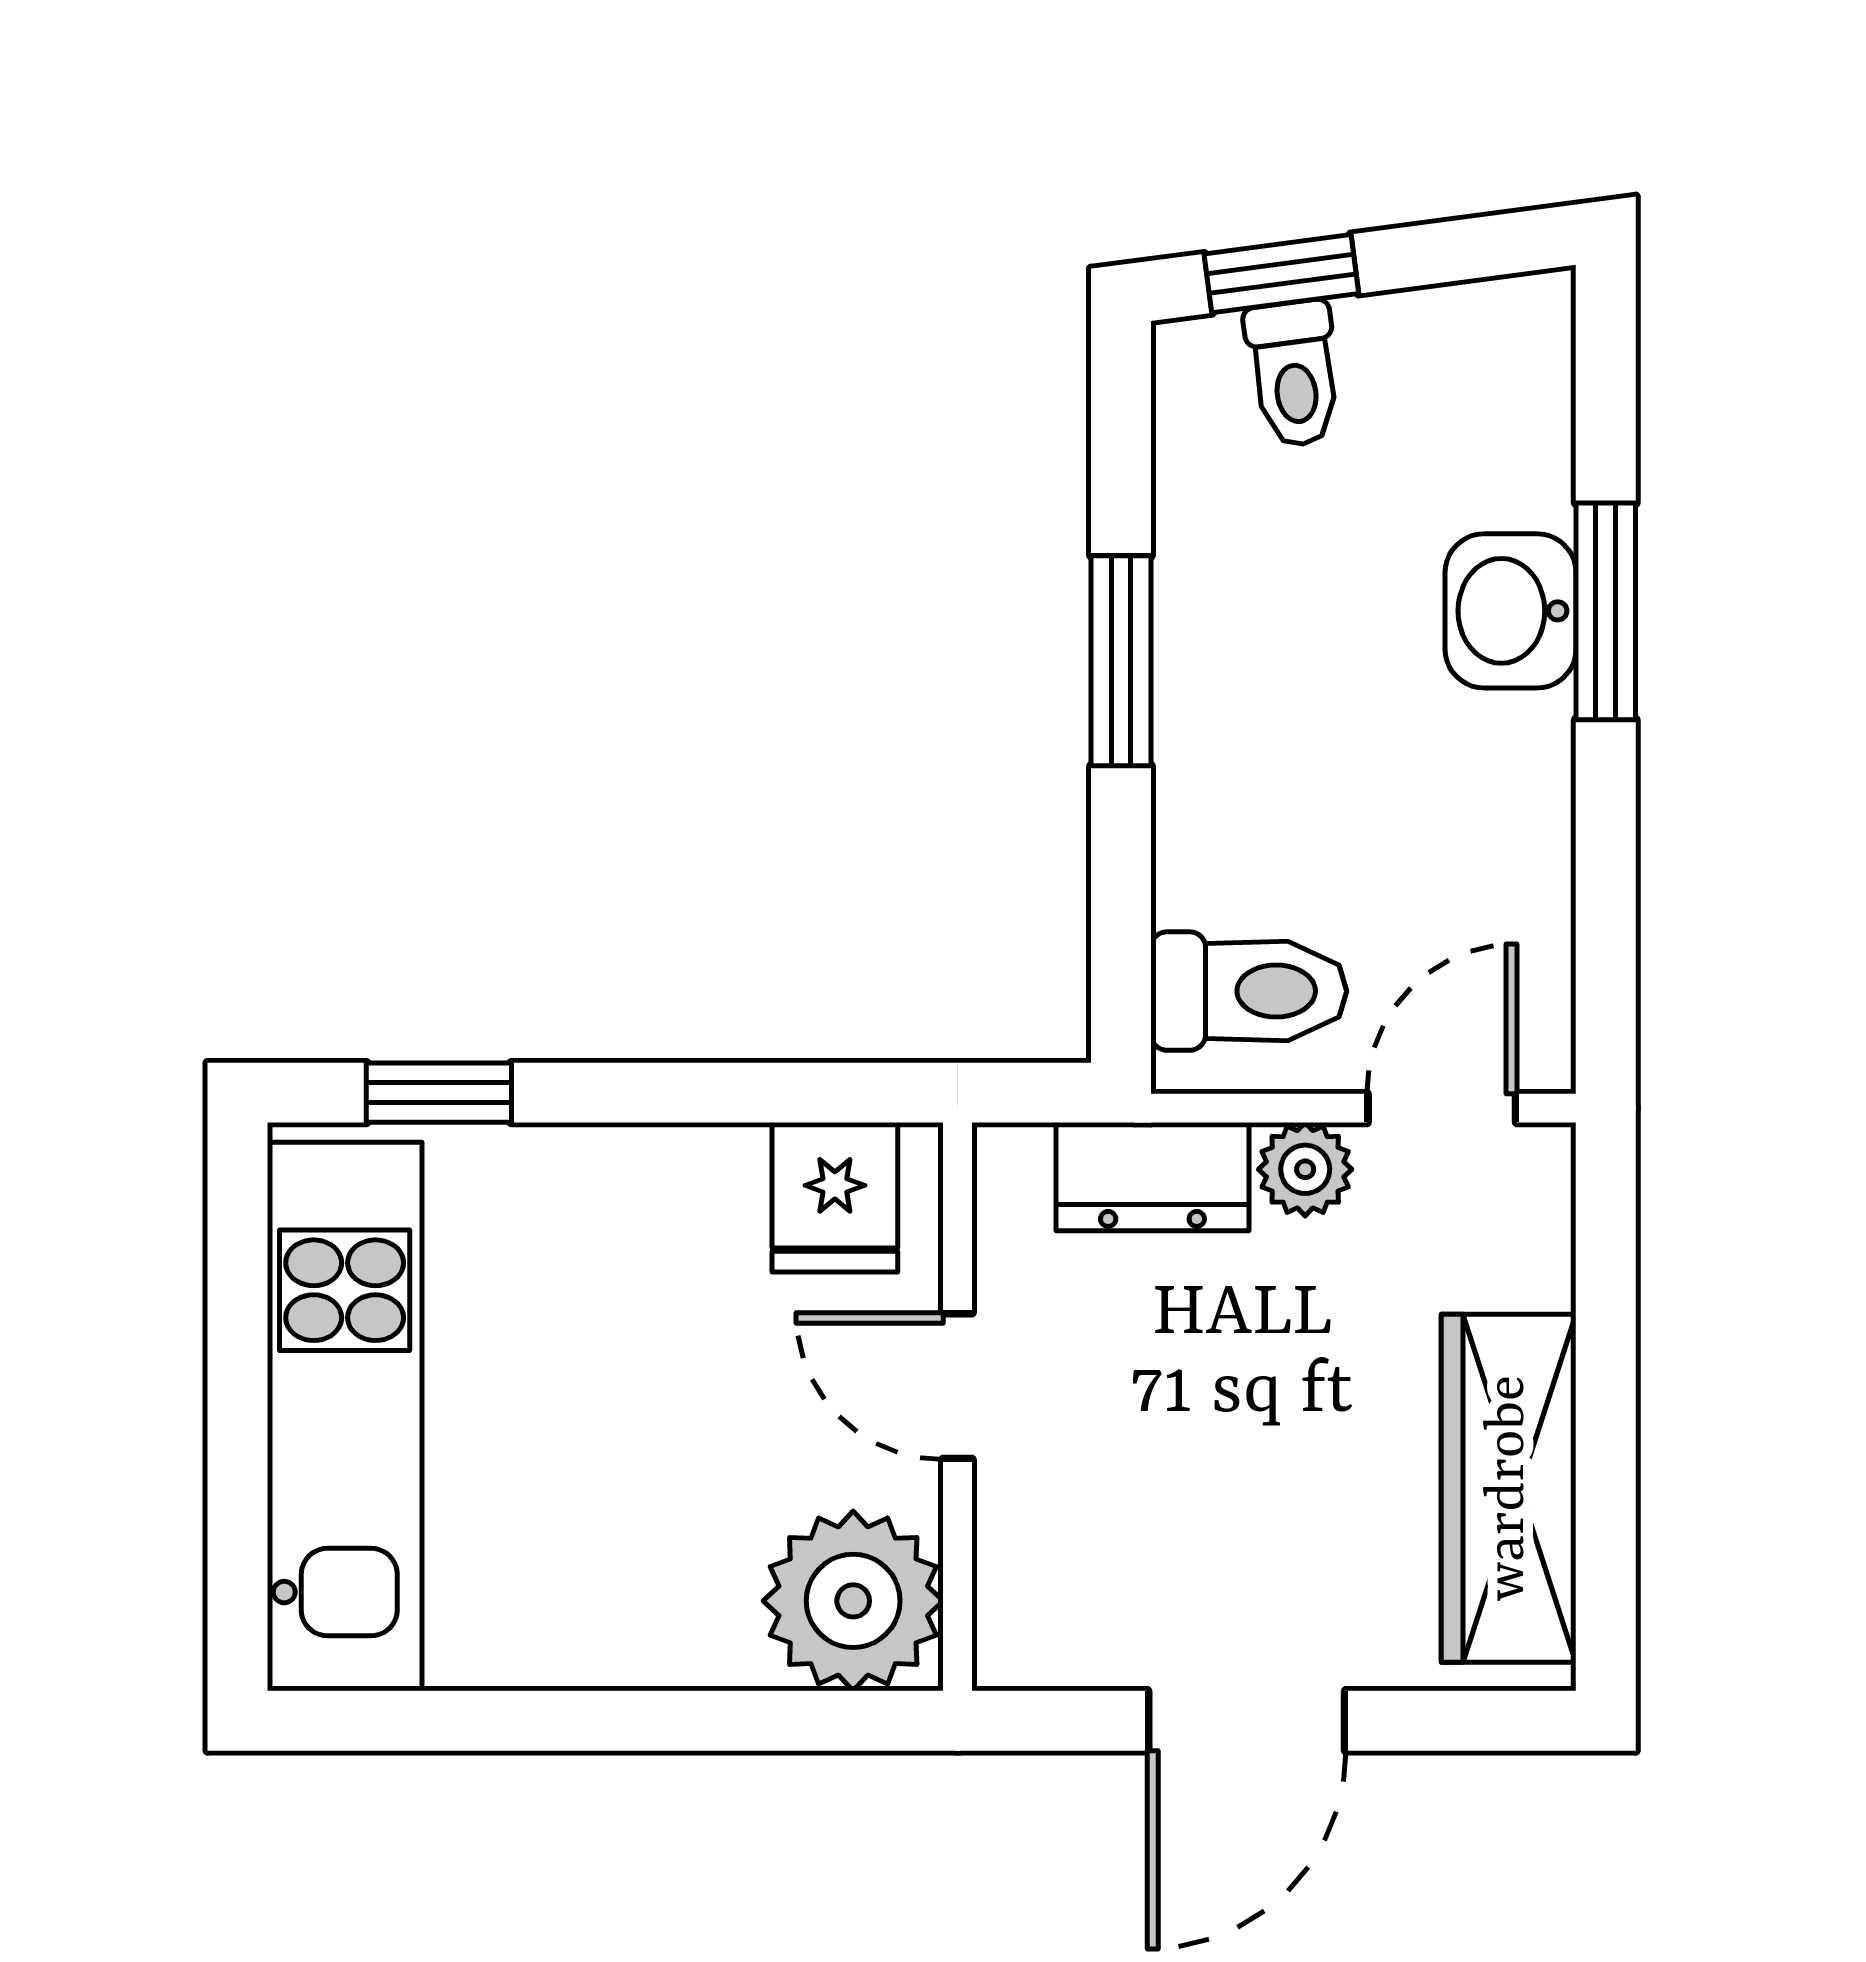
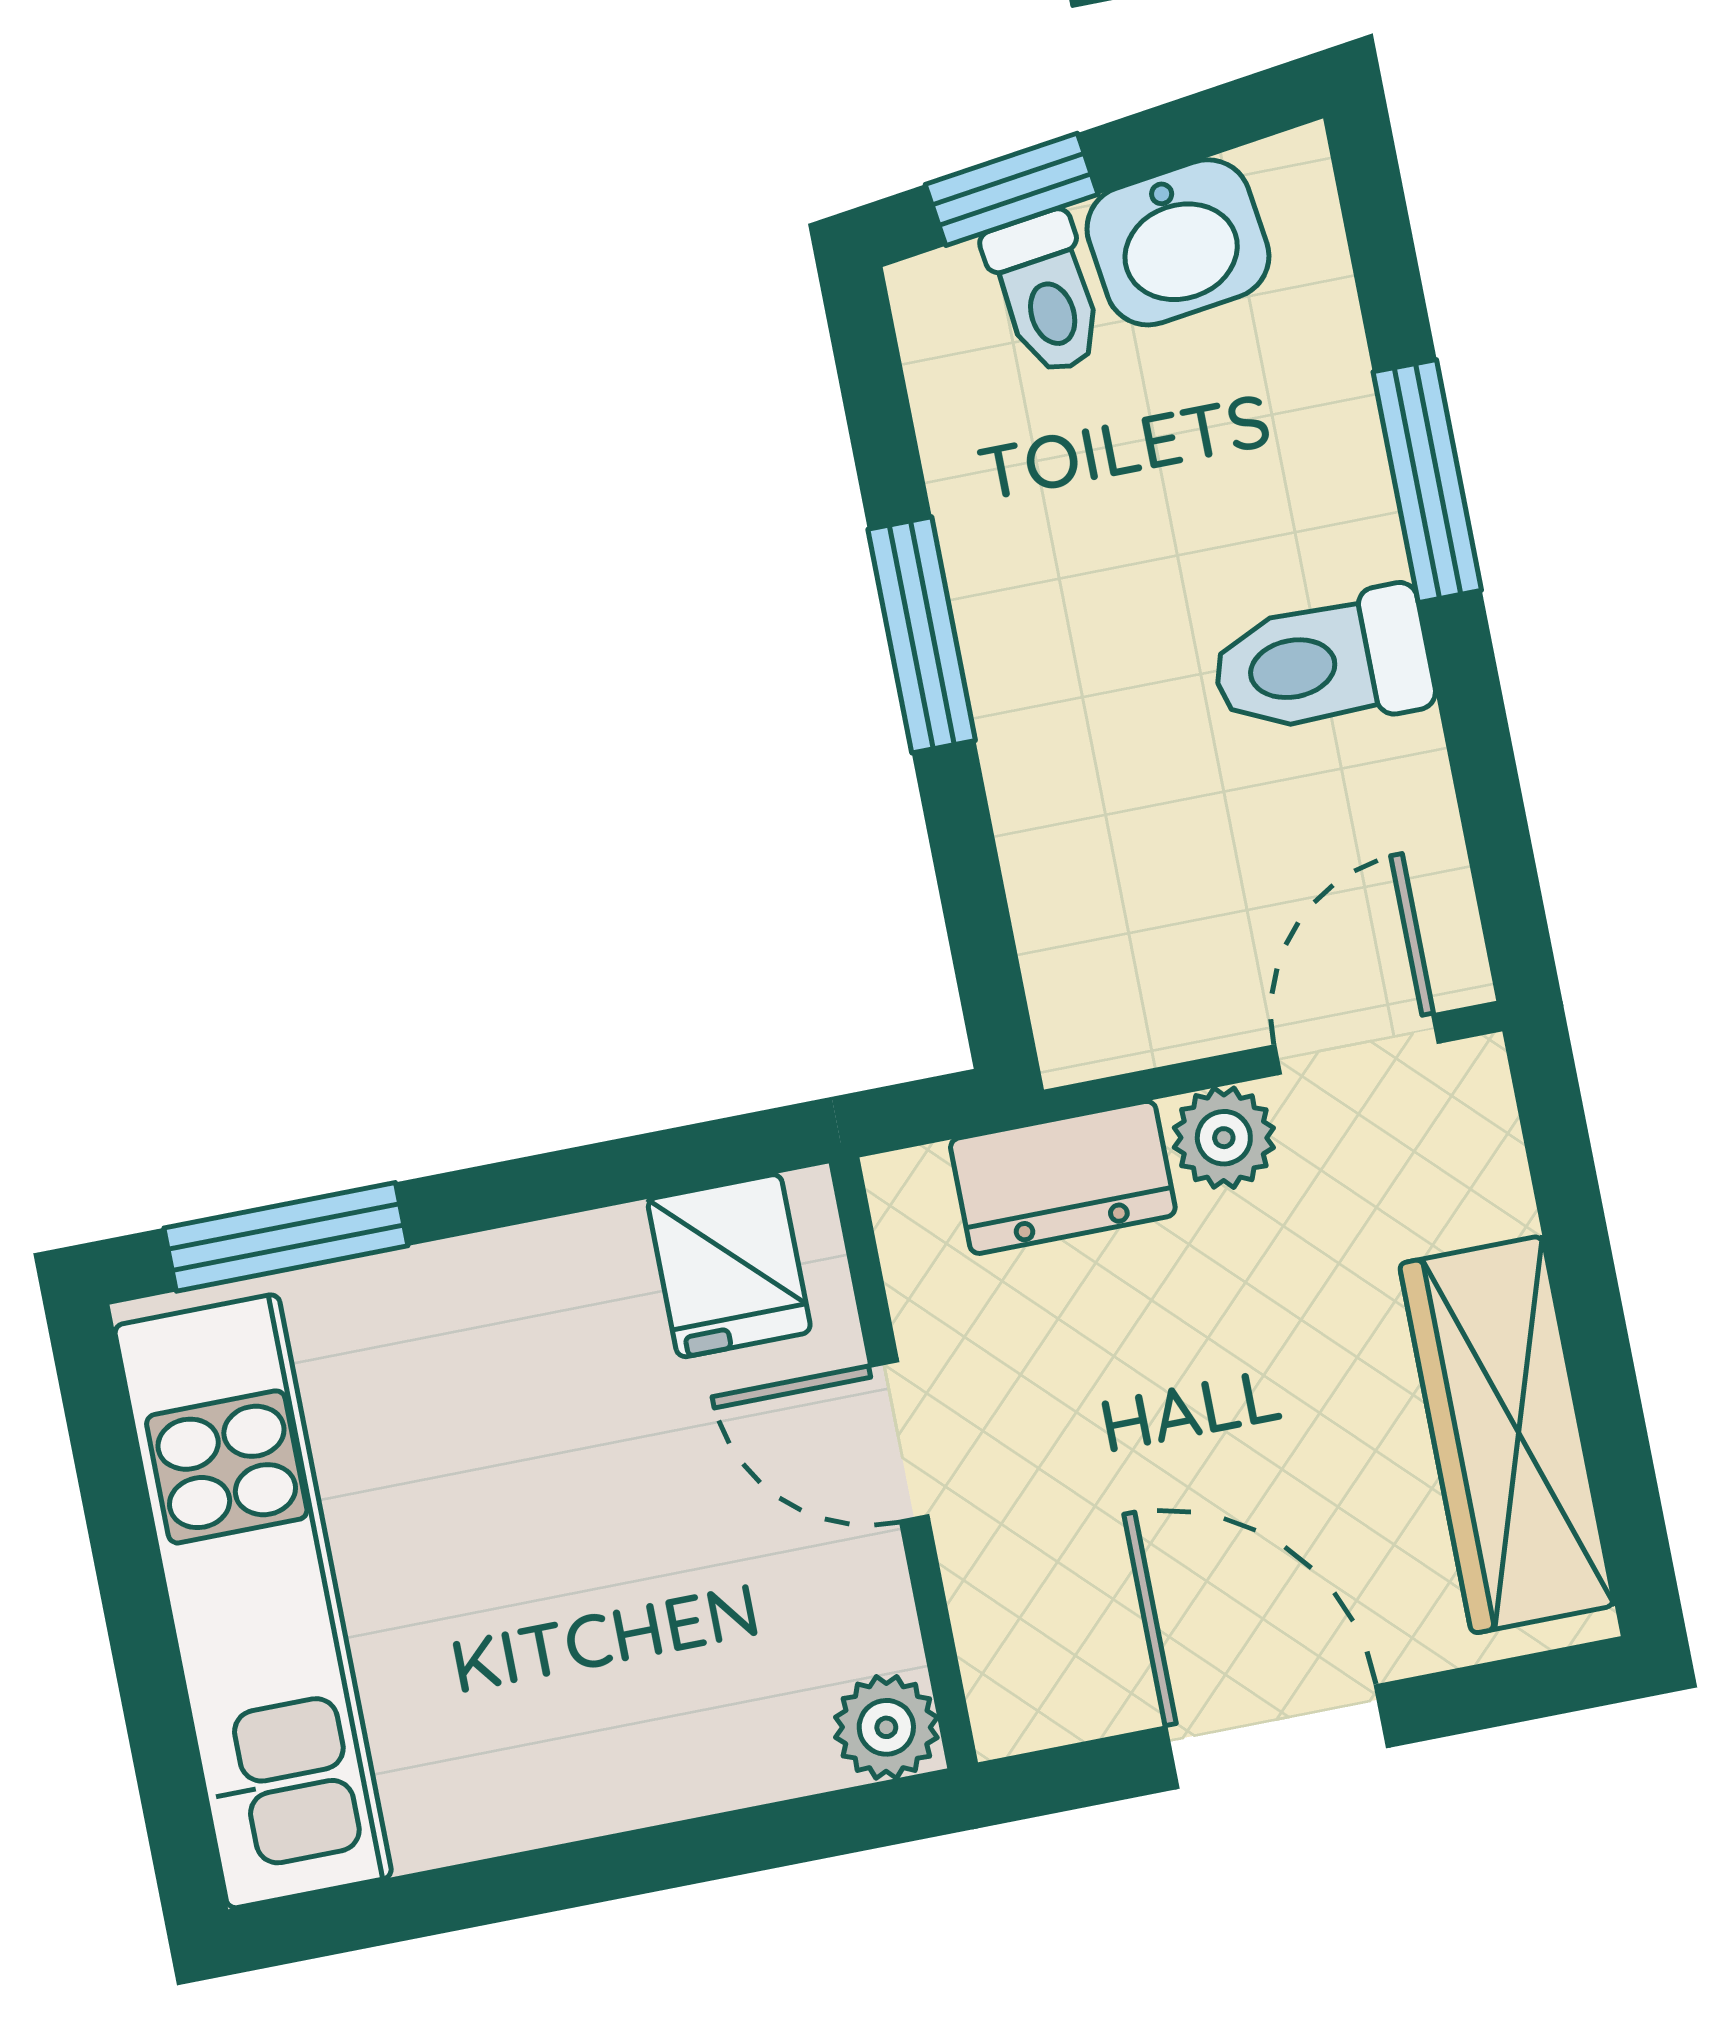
washbasin: (1511, 611) -> (1178, 242), moved, turned -98
toilet: (1249, 991) -> (1322, 663), moved, turned 180
window: (439, 1093) -> (286, 1237), width x1.50
plant: (853, 1601) -> (886, 1727), width x0.53, depth x0.53
door: (1247, 1721) -> (1277, 1737), swing flipped

